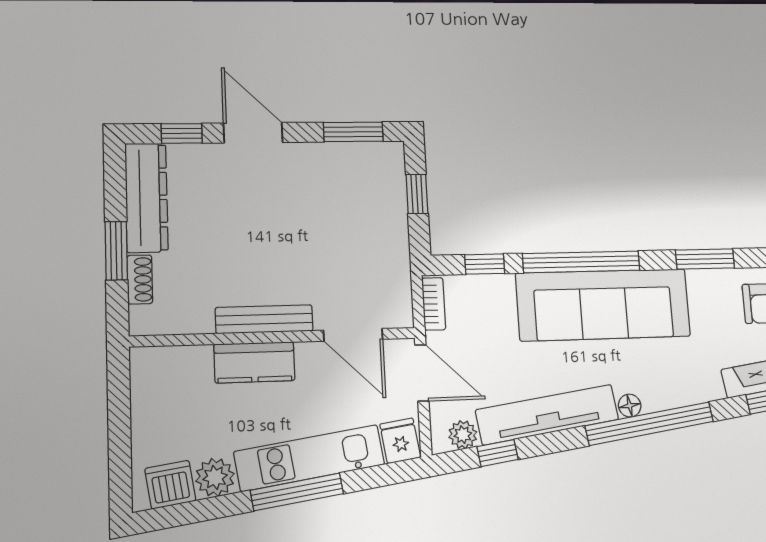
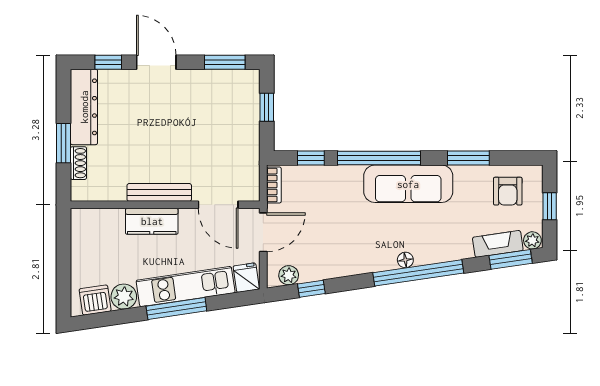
sofa: (603, 305) -> (408, 184), width x0.74, depth x0.79
door: (422, 373) -> (263, 232), hinge flipped
tv unit: (547, 415) -> (347, 264), removed

